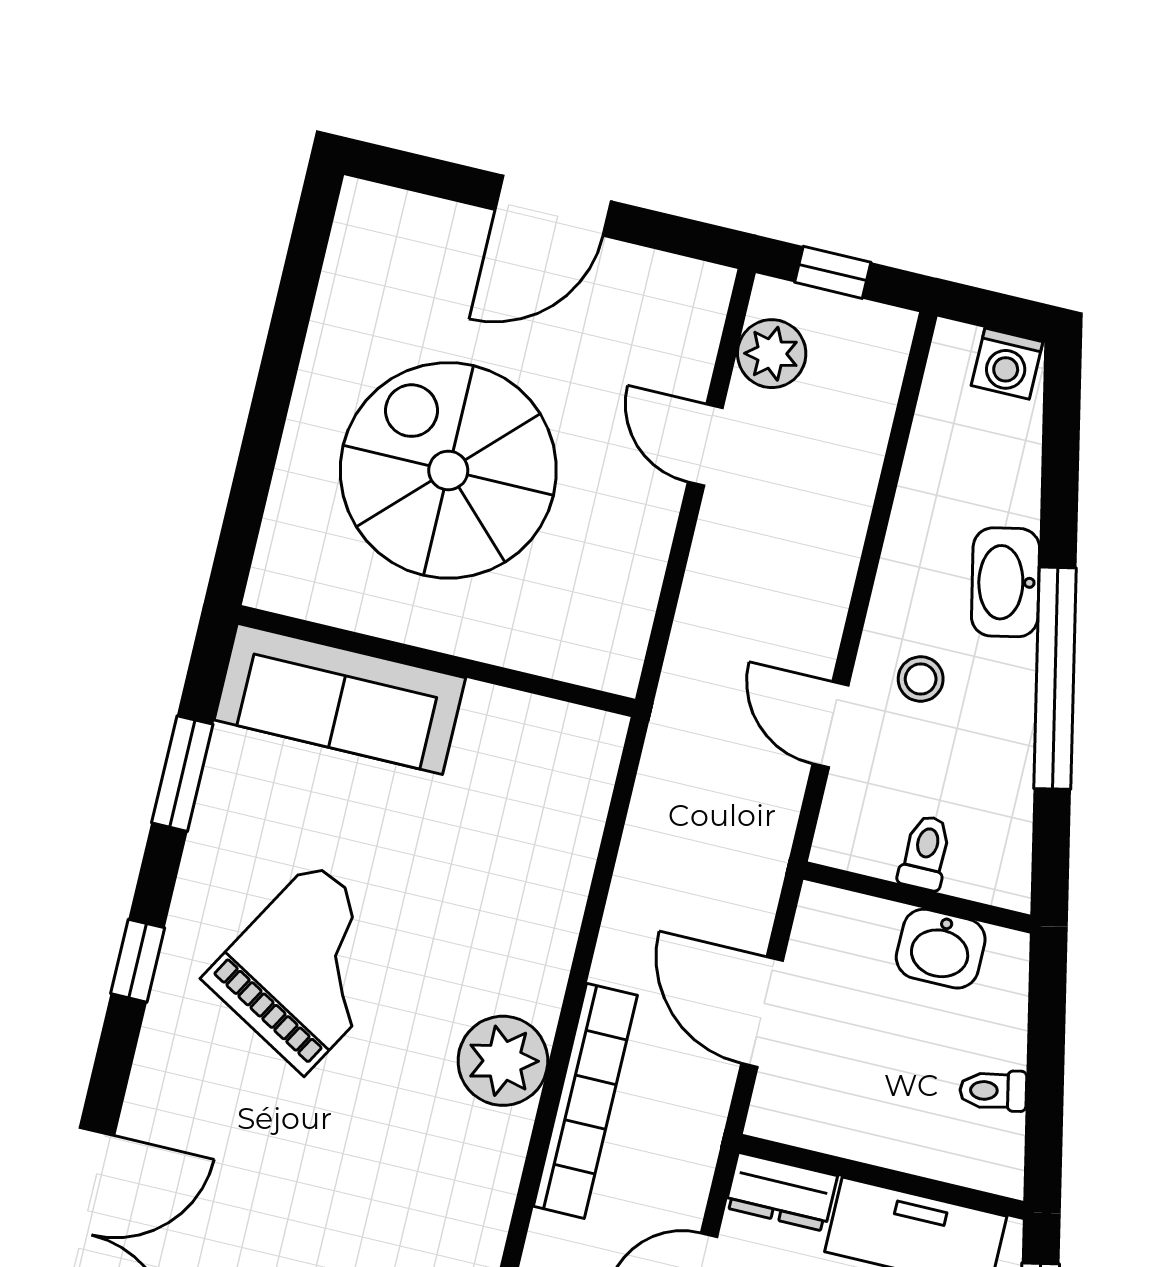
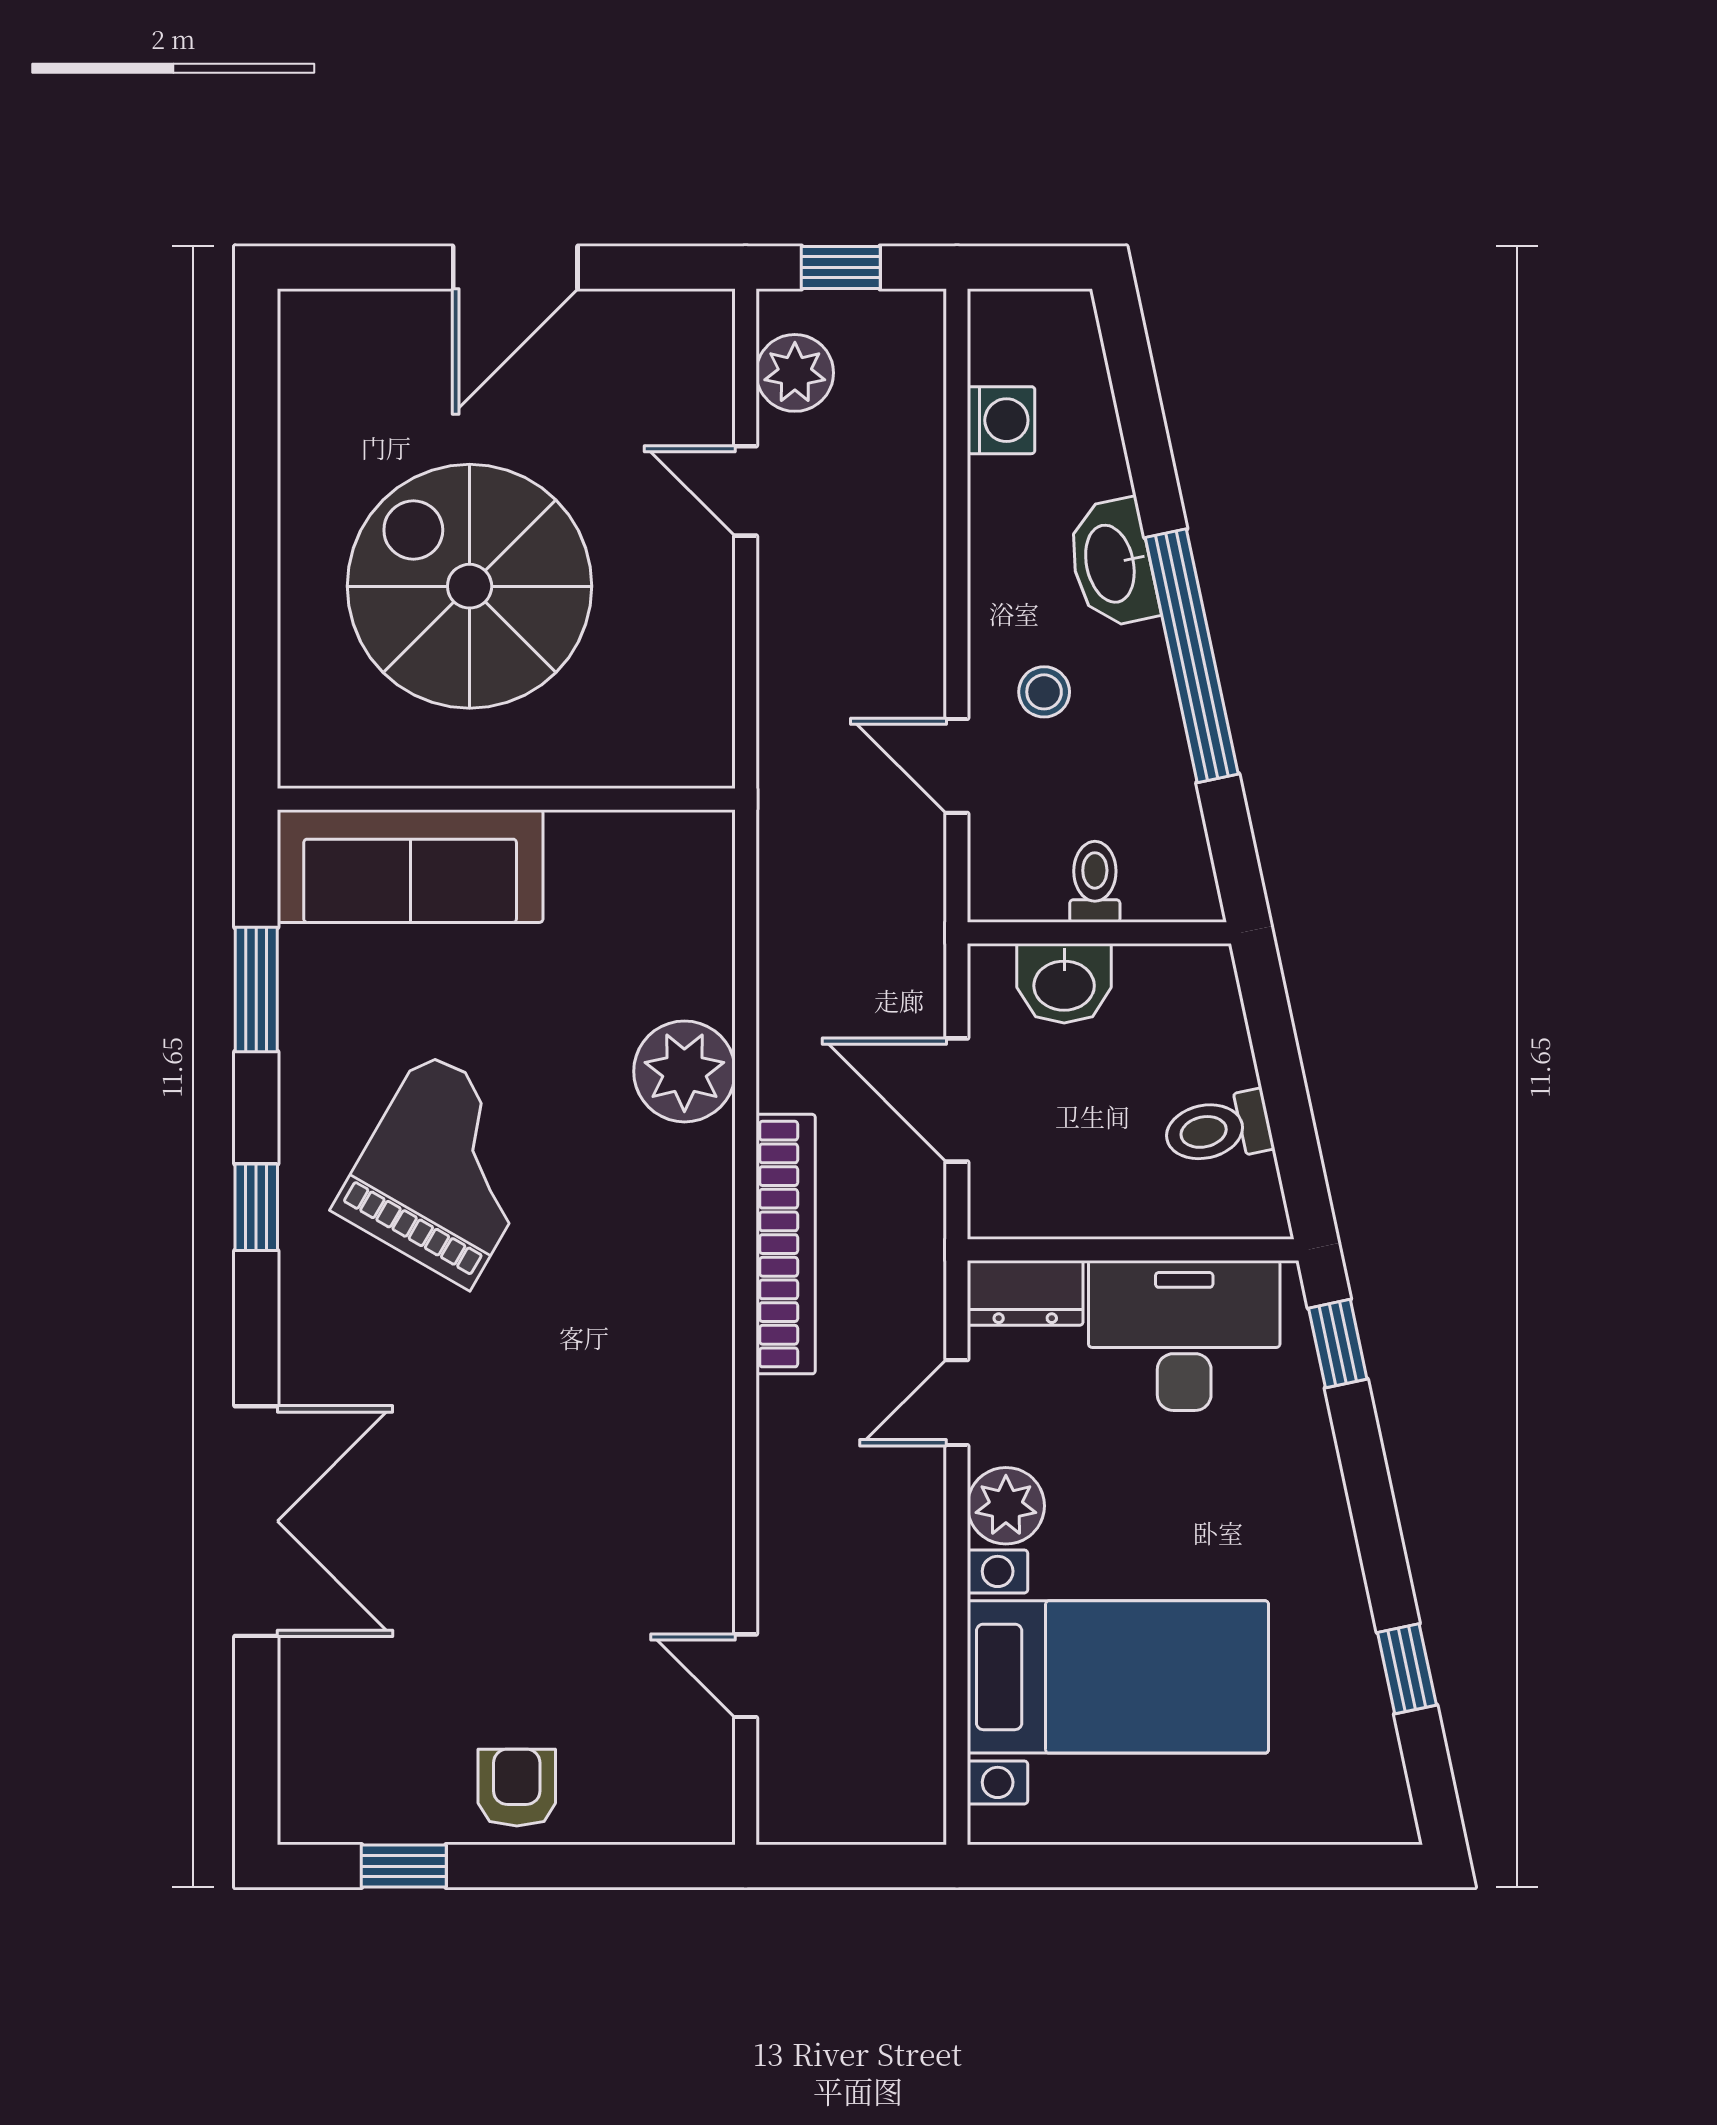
washing machine: (1007, 364) -> (1001, 420), moved, turned -90
washbasin: (941, 949) -> (1064, 983), moved
plant: (503, 1061) -> (684, 1071), moved
toilet: (993, 1091) -> (1218, 1129), width x1.37, depth x1.39

